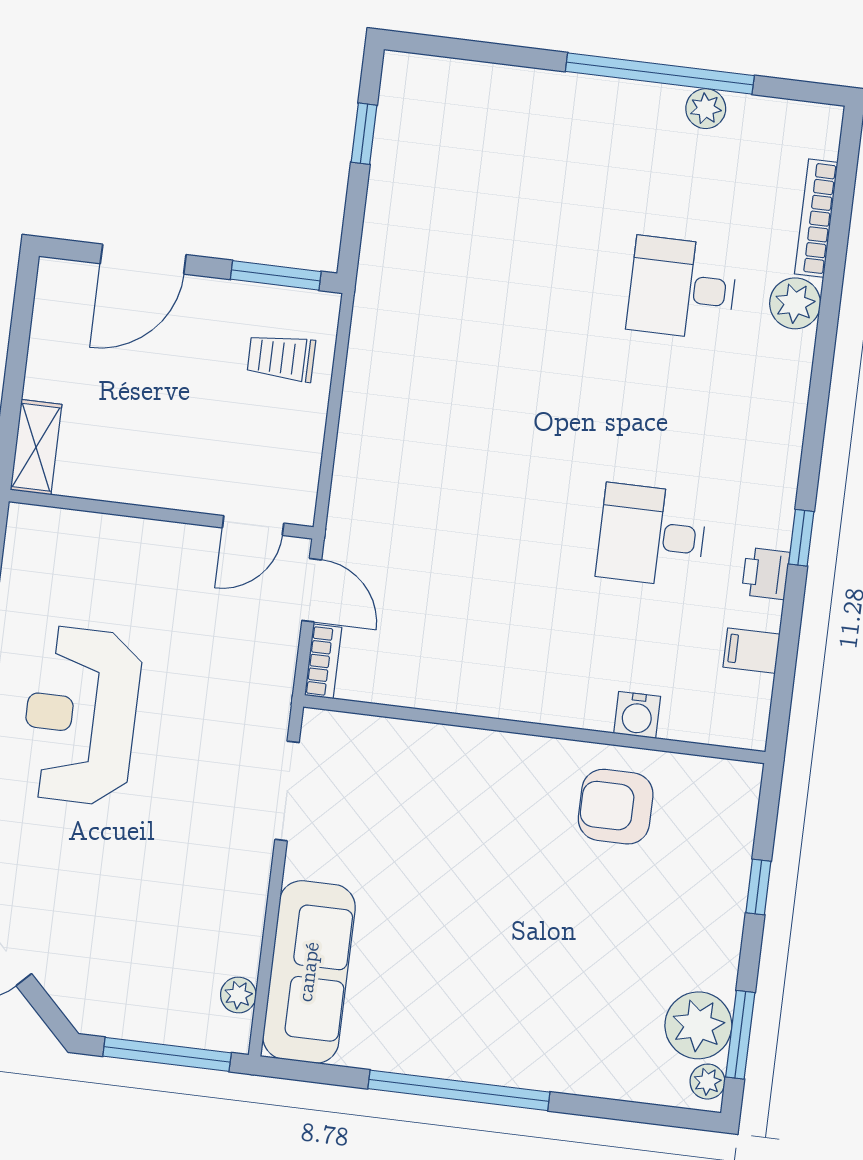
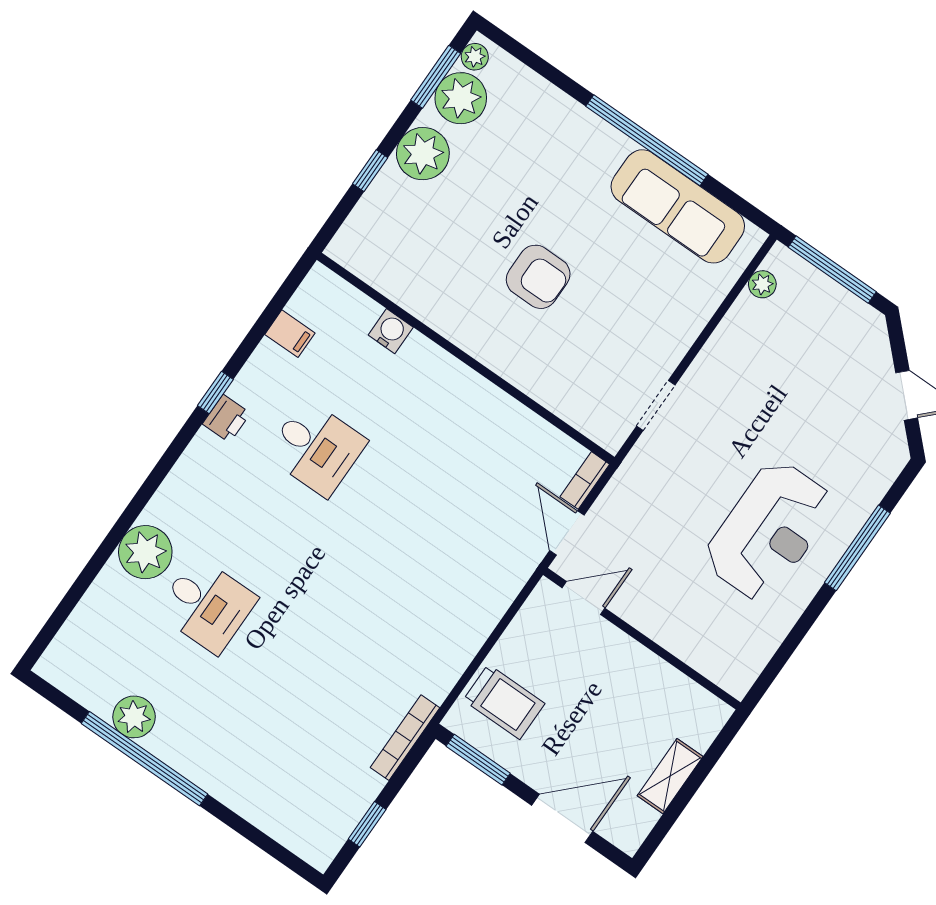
plant: (706, 109) -> (134, 717), width x1.38, depth x1.38
bookcase: (816, 218) -> (405, 738), moved, turned 180
plant: (795, 303) -> (145, 552), width x1.36, depth x1.36
trolley: (281, 358) -> (504, 702), width x1.36, depth x1.39
shelving: (36, 447) -> (670, 776), moved
printer: (766, 573) -> (226, 419), moved
doorway: (287, 791) -> (656, 405), width x0.73
armchair: (616, 807) -> (538, 277), moved
plant: (708, 939) -> (423, 154), added
sofa: (309, 972) -> (678, 206), moved, turned -90

